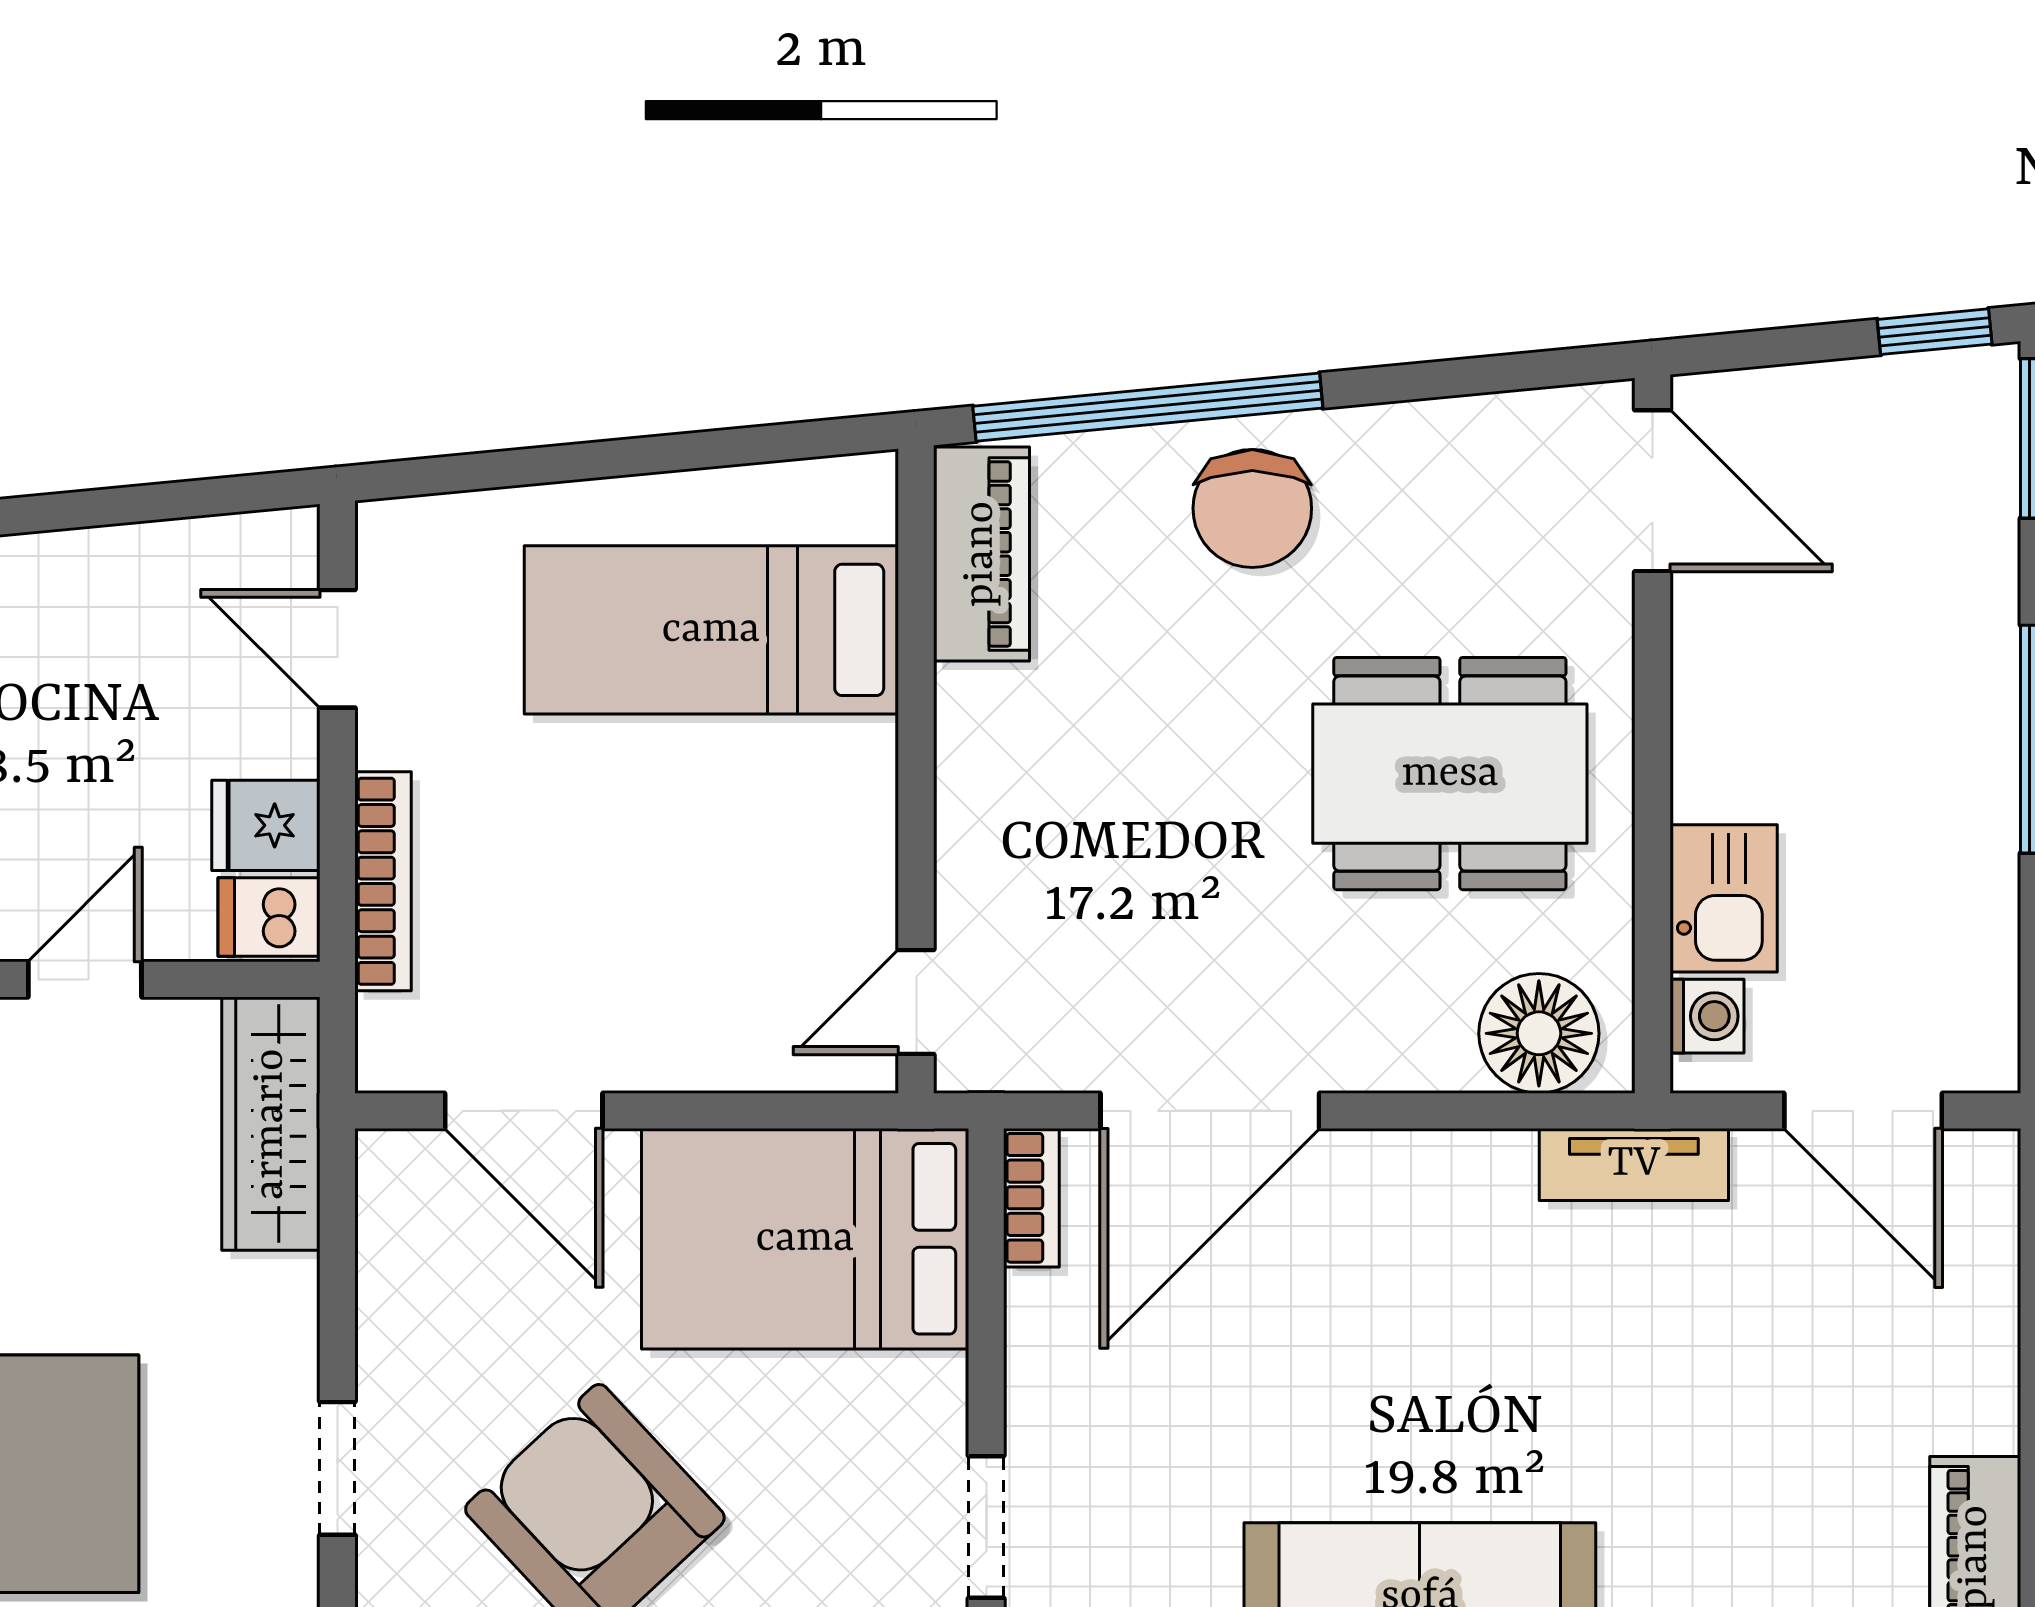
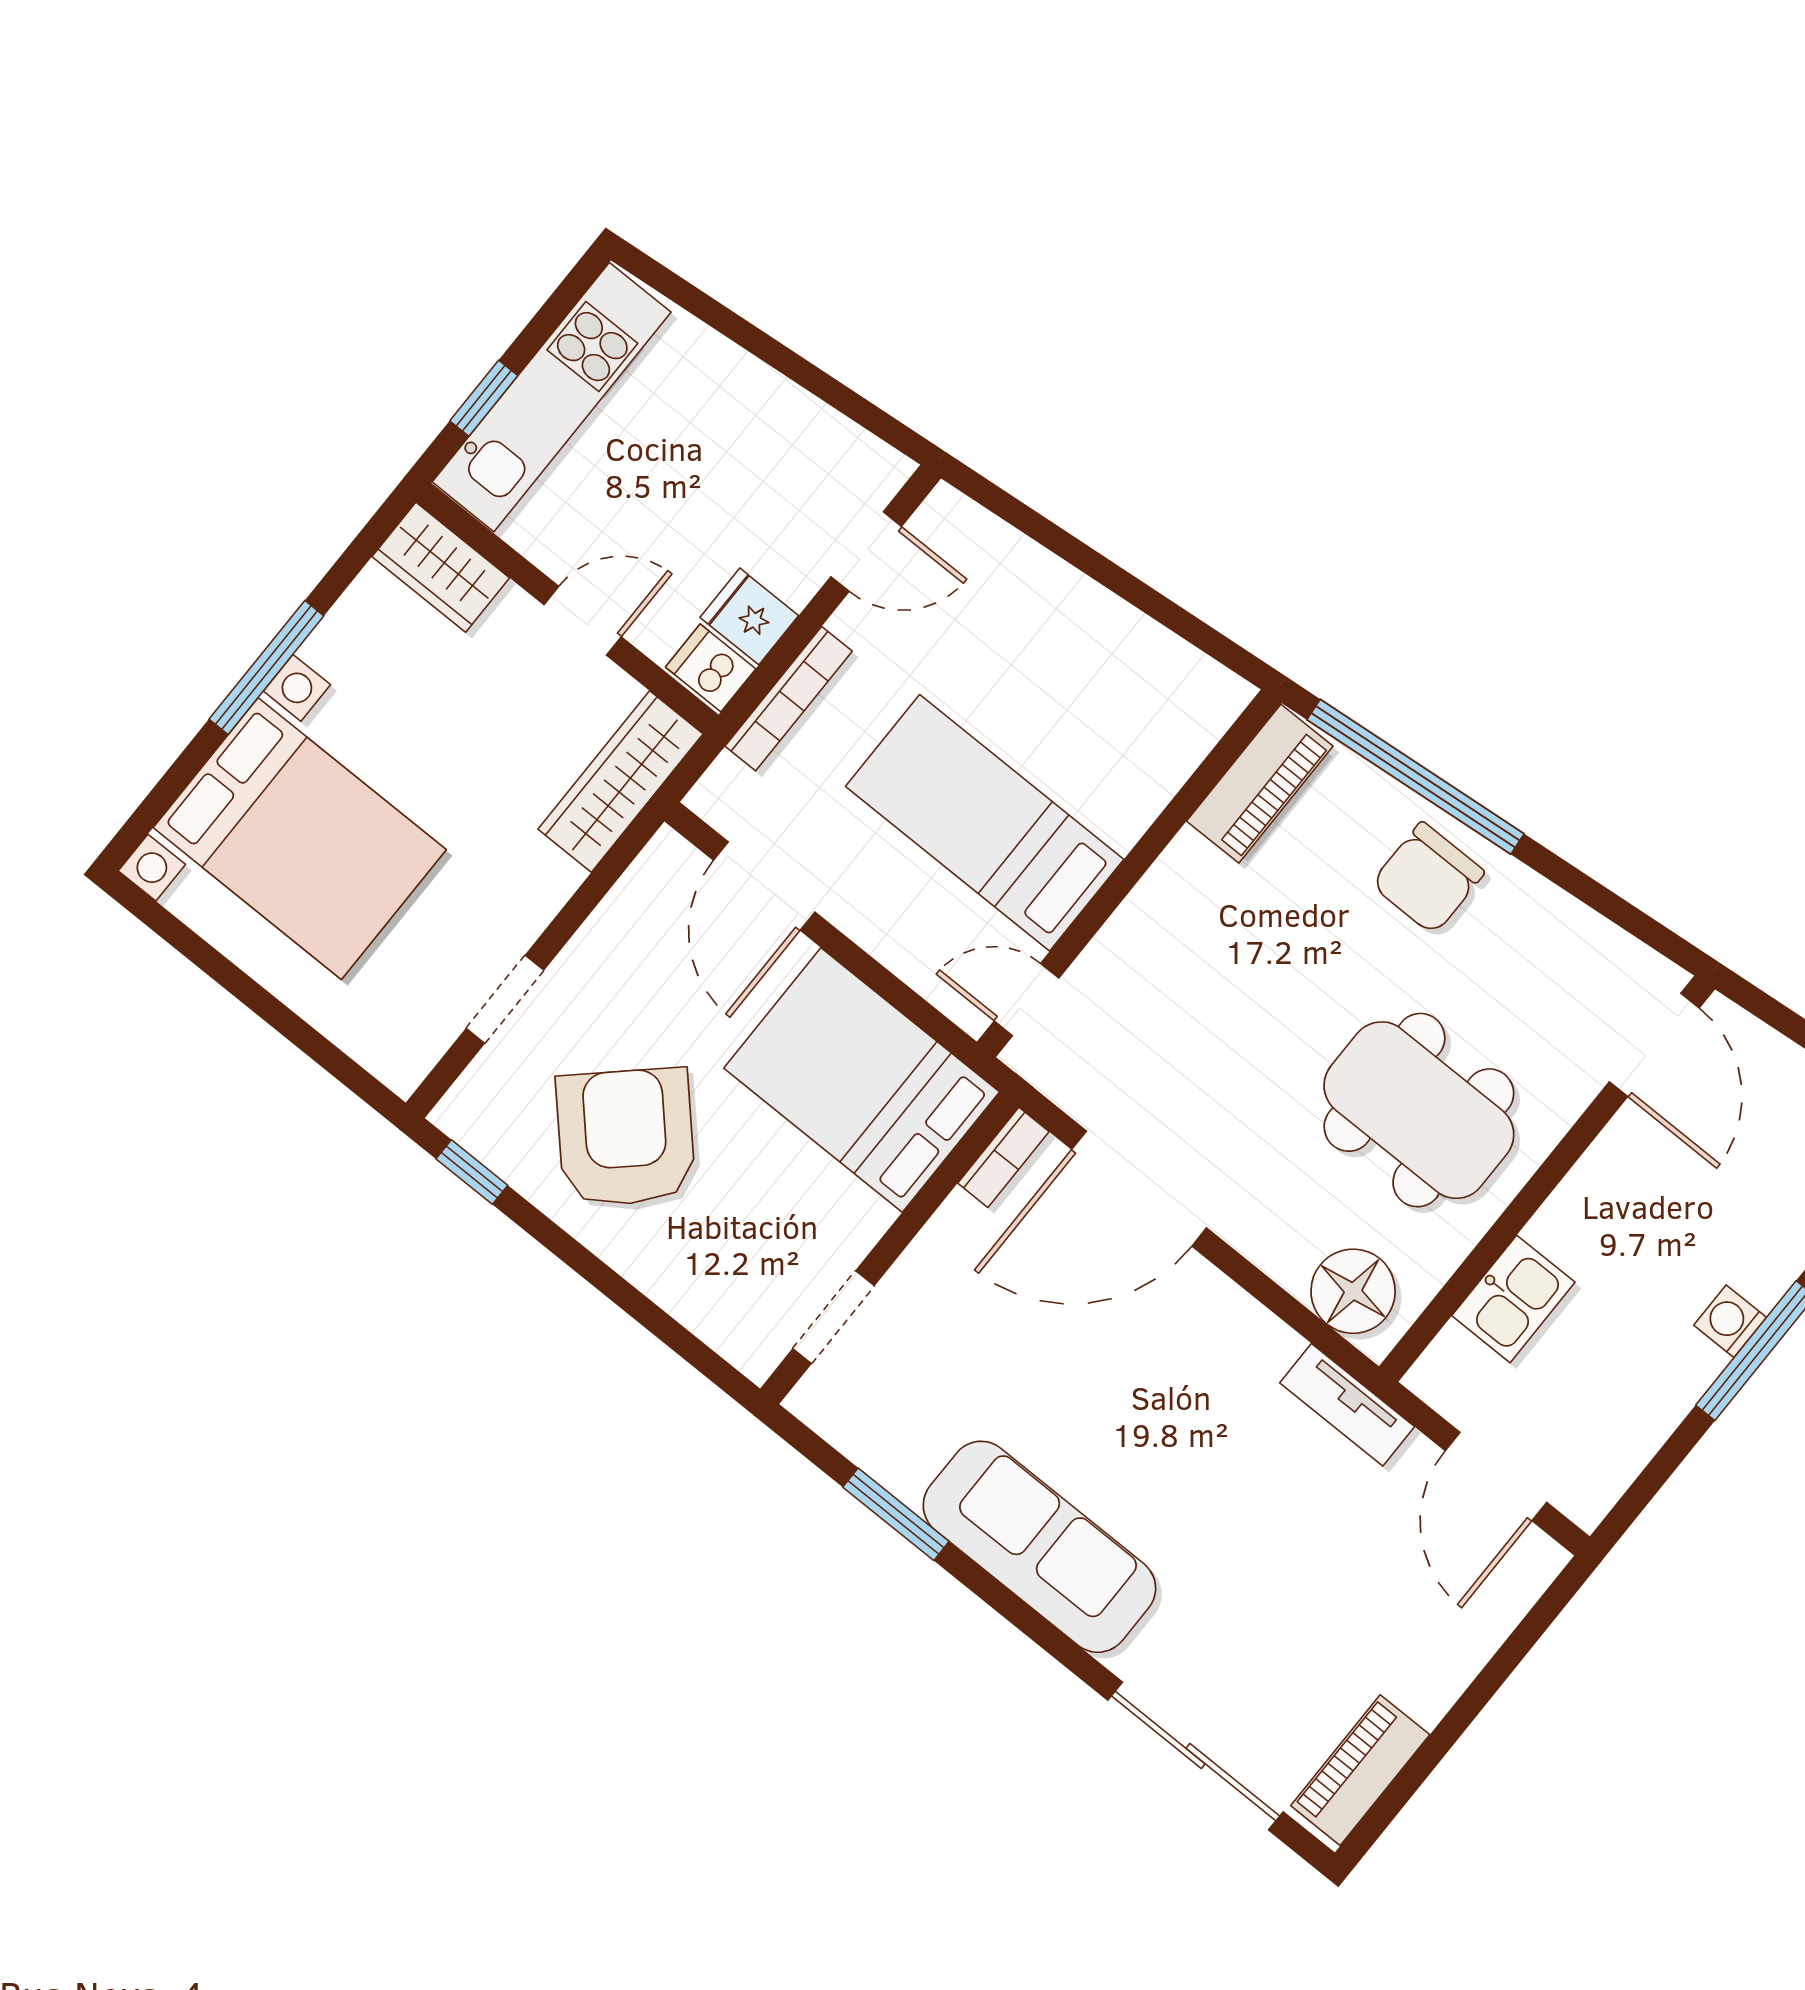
bed: (711, 630) -> (985, 823), moved
door: (337, 649) -> (866, 552), swing flipped
washing machine: (1707, 1016) -> (1730, 1321), moved, turned 180

